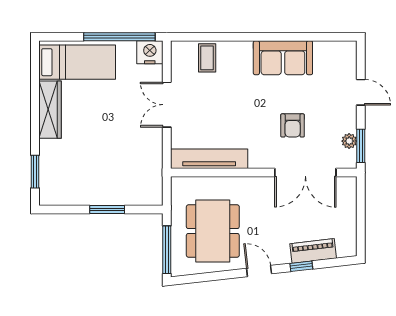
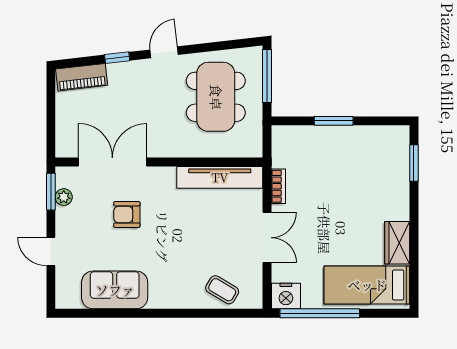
coffee table: (207, 58) -> (222, 290), turned -59
sofa: (283, 58) -> (115, 290), moved
wardrobe: (50, 110) -> (397, 243), width x0.67
armchair: (293, 125) -> (127, 214), turned -90
bookcase: (157, 151) -> (278, 186), added
piano: (313, 251) -> (82, 77), moved
door: (259, 271) -> (164, 52), swing flipped

